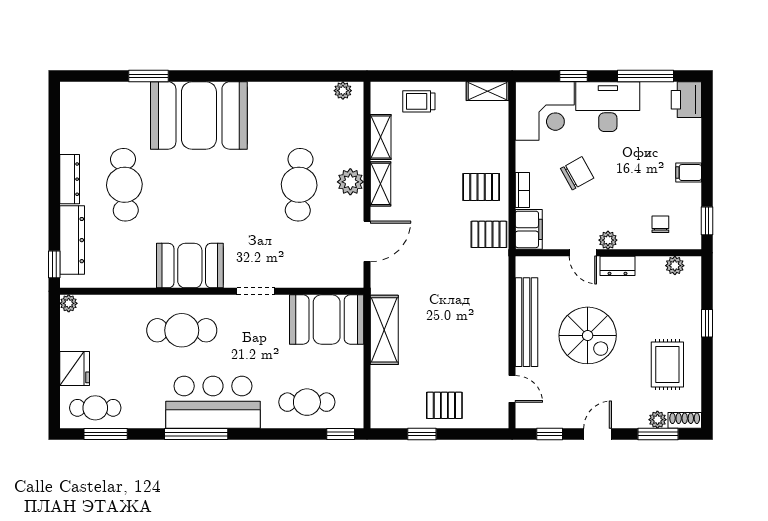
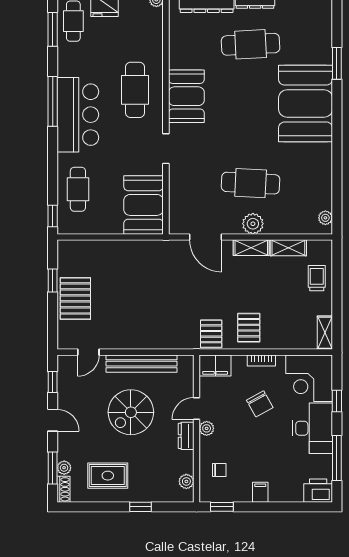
bookcase: (522, 190) -> (261, 360), moved
shelving: (384, 330) -> (135, 251), removed
pallet: (444, 405) -> (75, 298), width x1.50, depth x1.42

